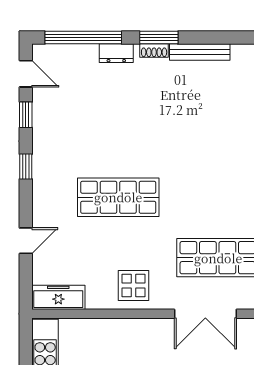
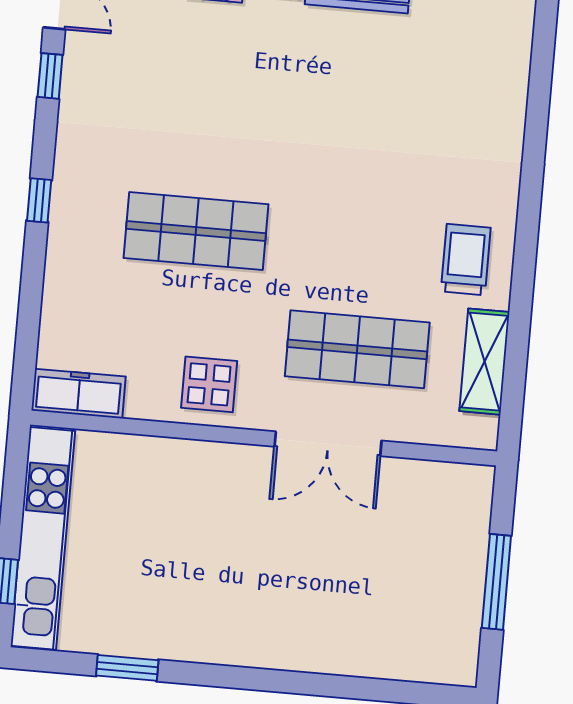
window: (26, 167) -> (39, 200), moved
door: (26, 241) -> (31, 292), removed

